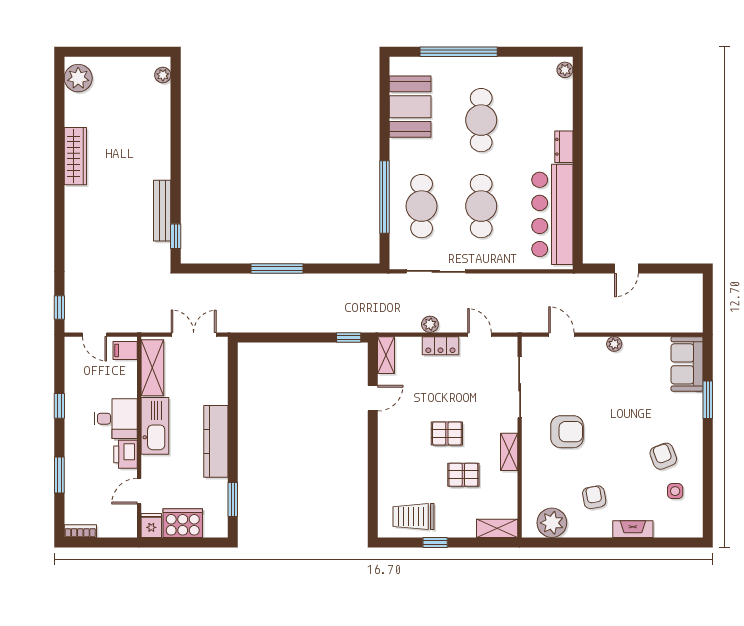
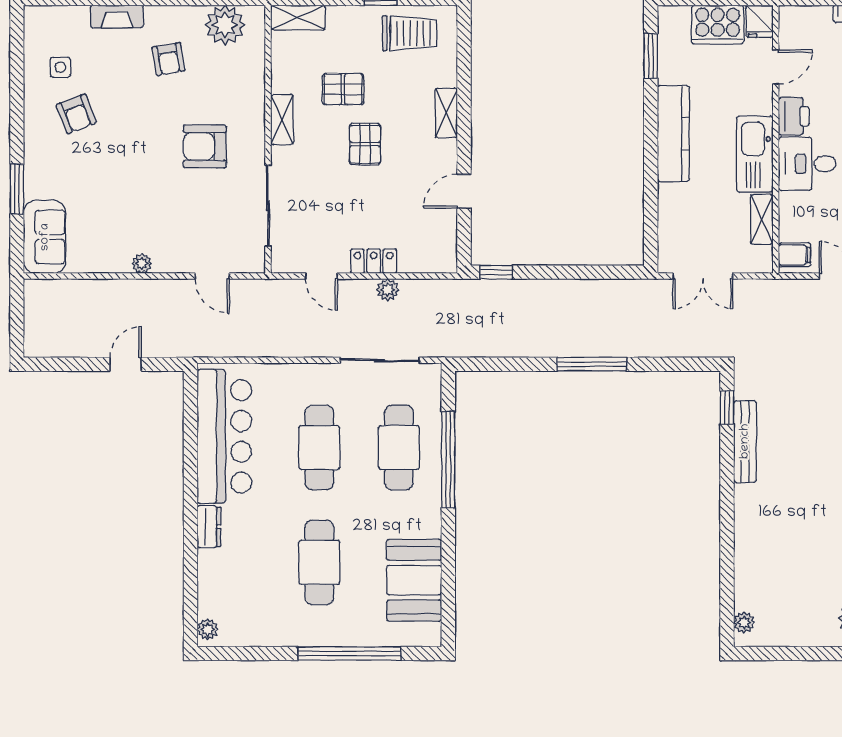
shelving: (386, 355) -> (446, 113), moved
shelving: (152, 368) -> (762, 219), width x0.67, depth x0.75
pallet: (447, 433) -> (365, 144), turned 90

